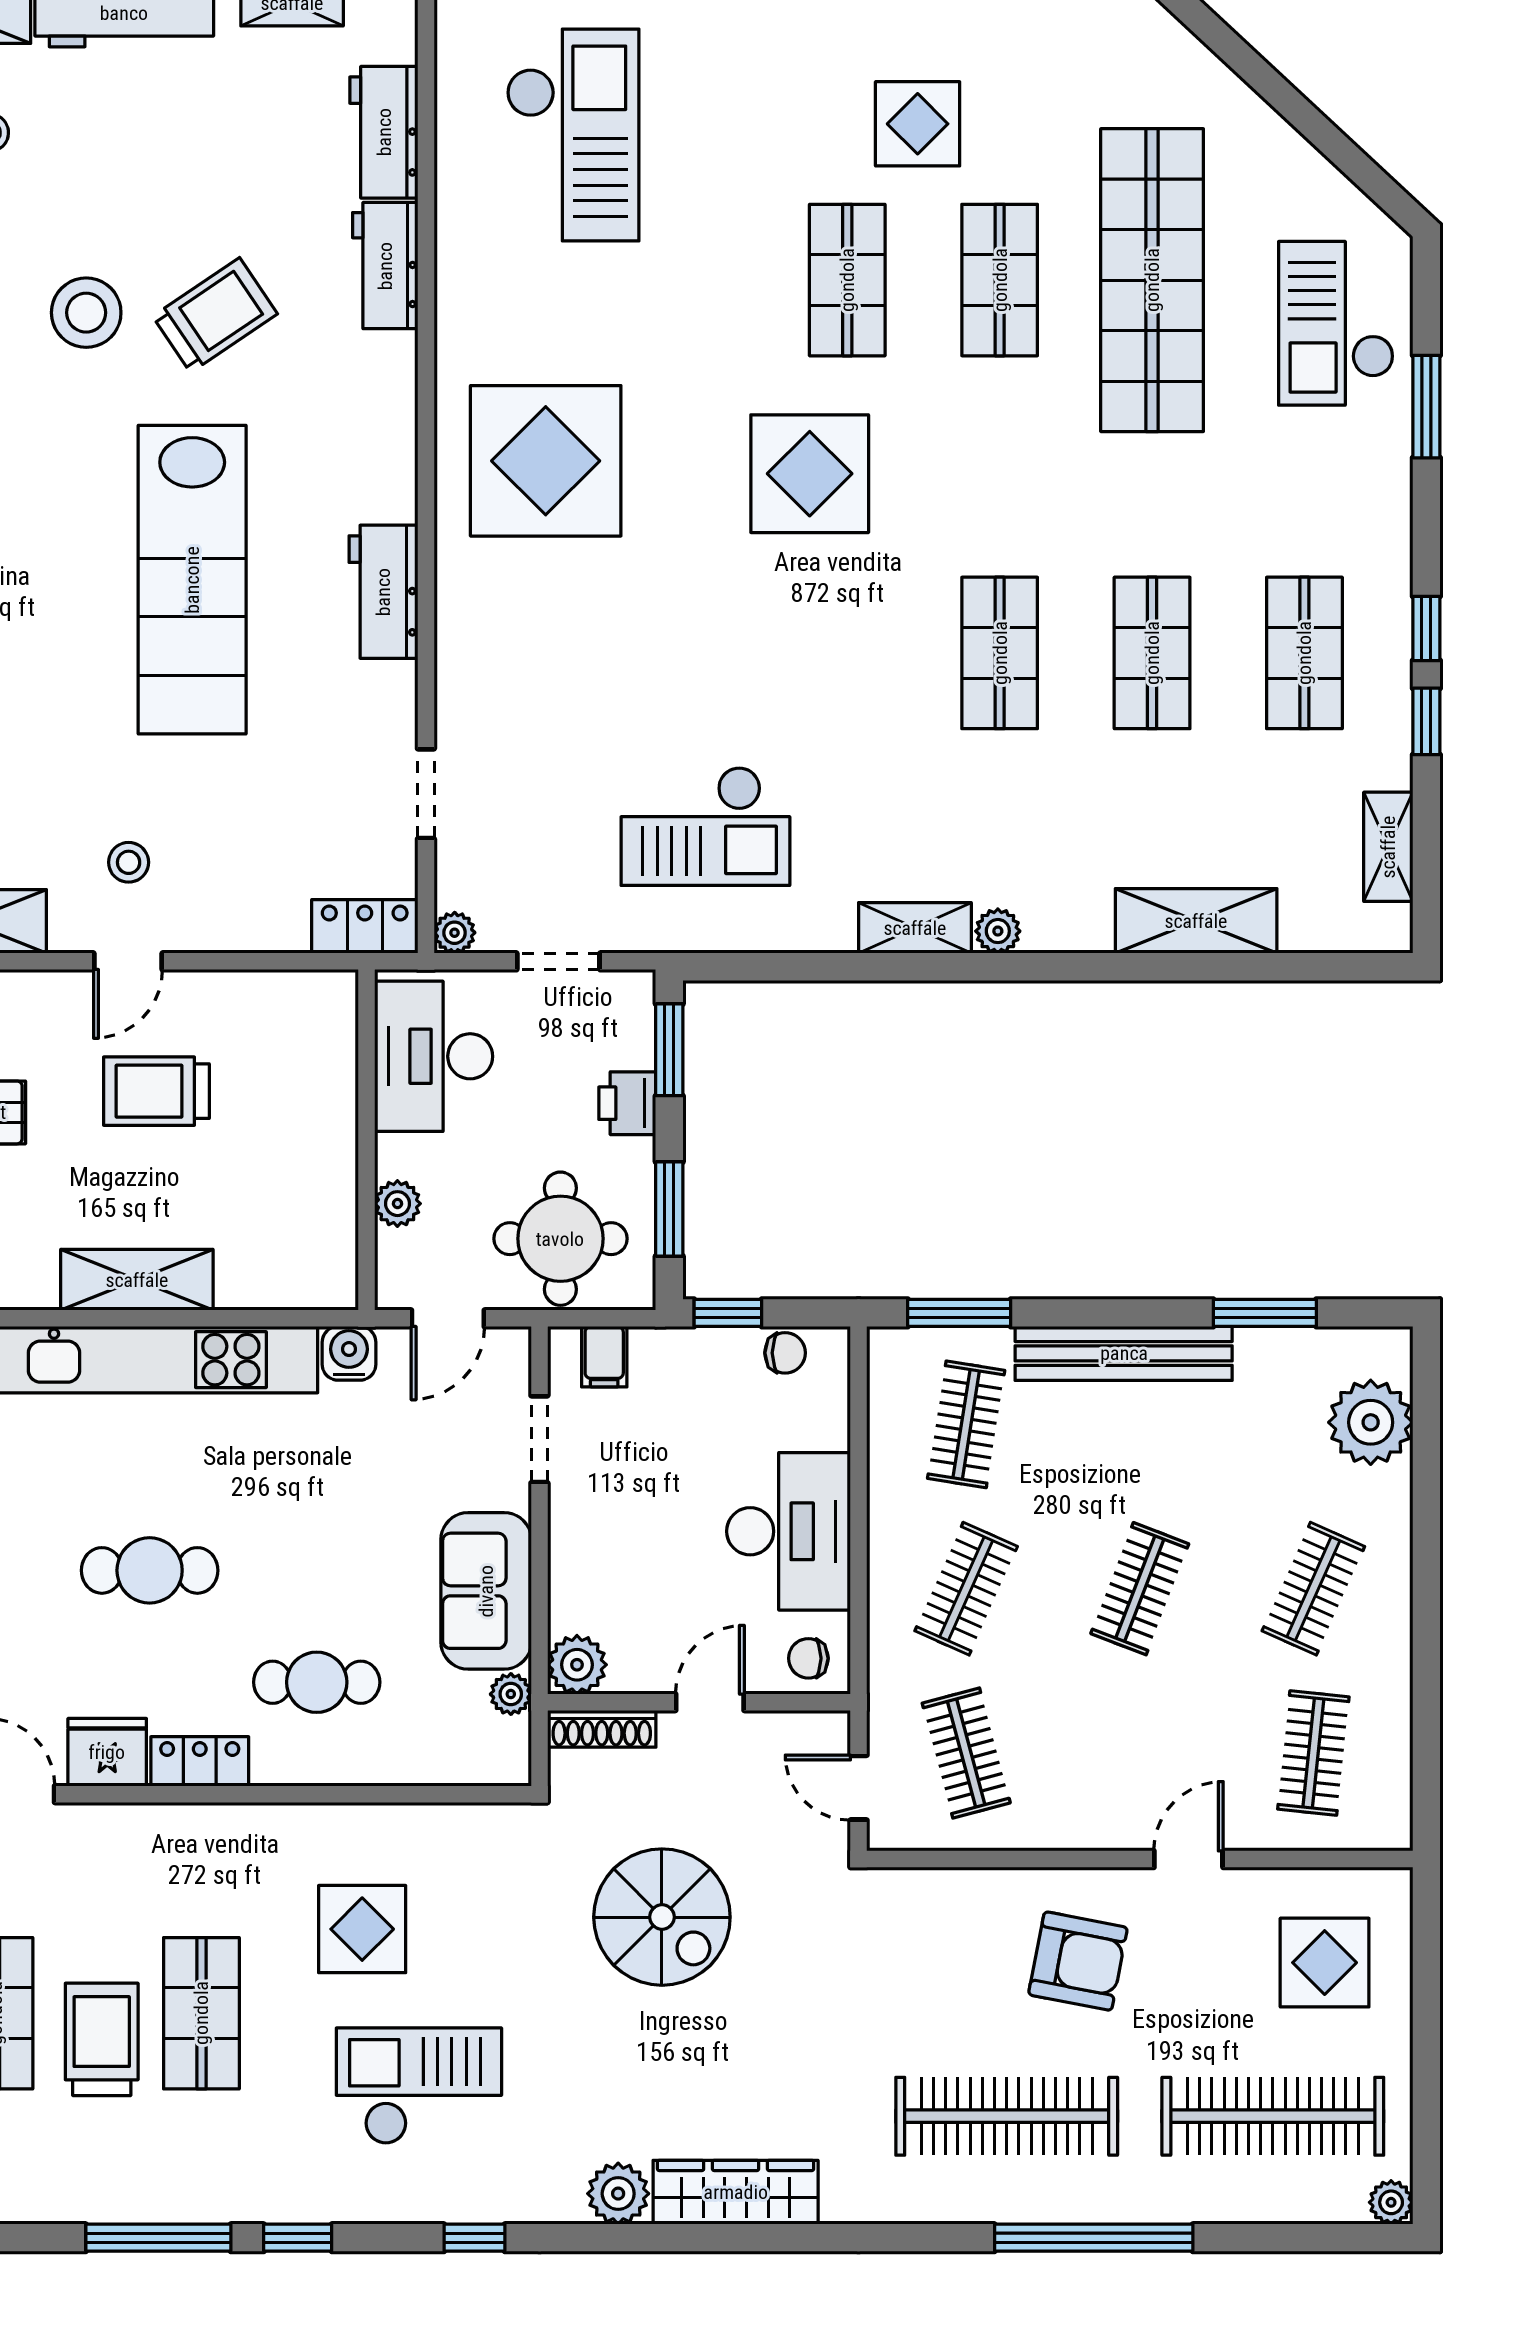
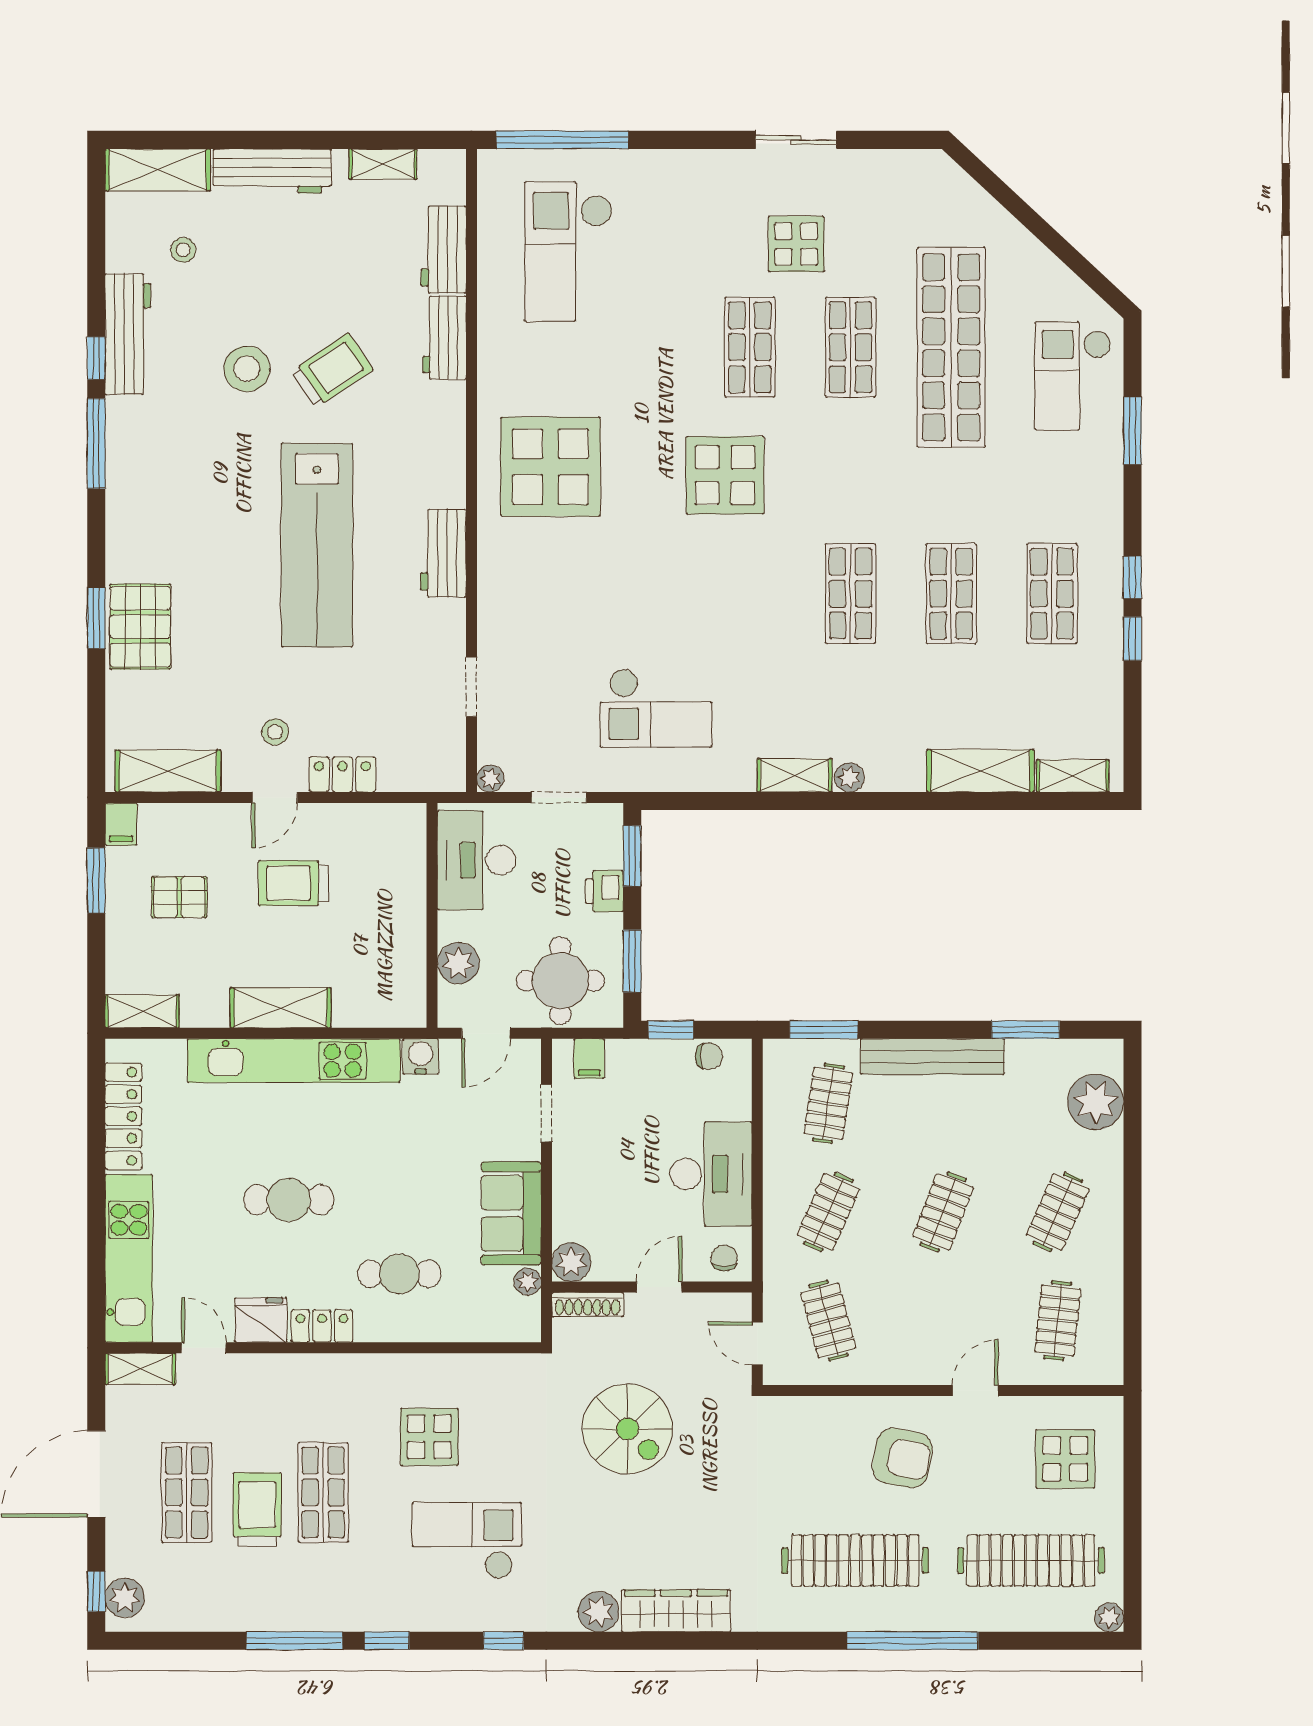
checkout: (573, 135) -> (569, 251), turned 180
shelving: (1388, 847) -> (1073, 776), moved, turned 90
locker: (365, 926) -> (342, 774), moved
plant: (397, 1204) -> (458, 963), width x1.38, depth x1.38
chair: (808, 1658) -> (724, 1258), turned 90

